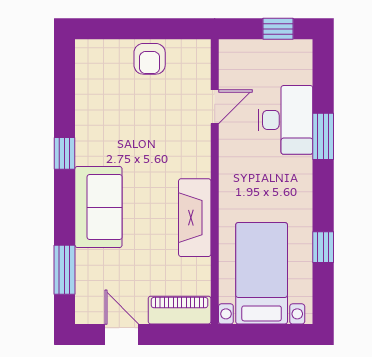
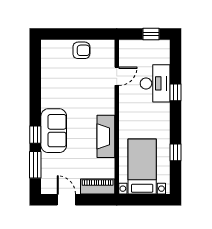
armchair: (150, 59) -> (81, 50), turned -90
window: (323, 136) -> (175, 92), width x0.67
window: (64, 153) -> (35, 135), moved

